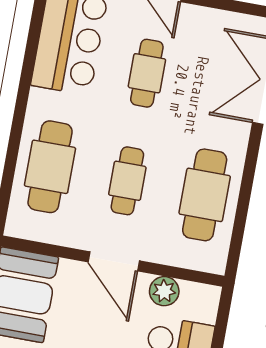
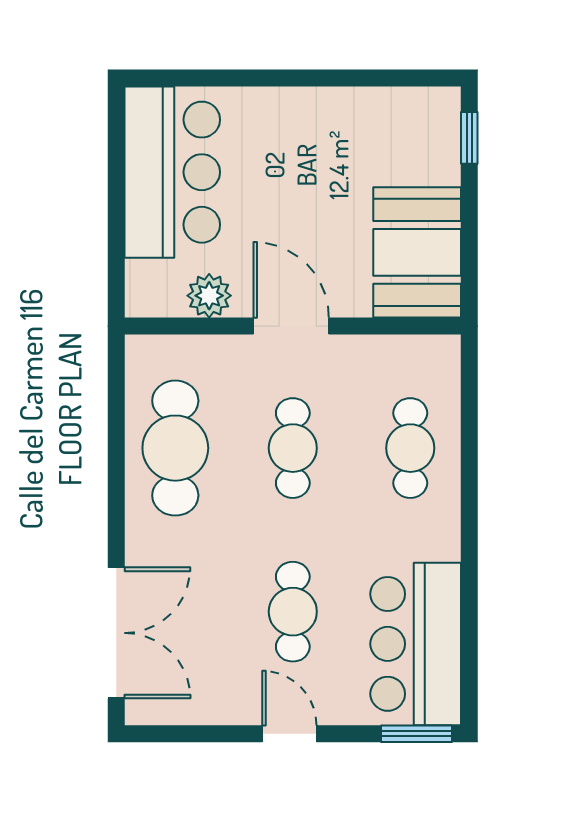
cafe table: (50, 167) -> (410, 448), width x0.73, depth x0.74

